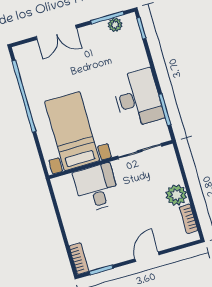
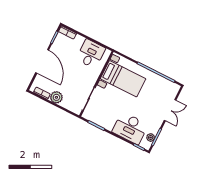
double door: (56, 32) -> (170, 110), swing flipped
desk: (138, 98) -> (130, 128), moved
desk: (97, 188) -> (91, 54), moved, turned -90
door: (147, 257) -> (42, 61), width x1.88

